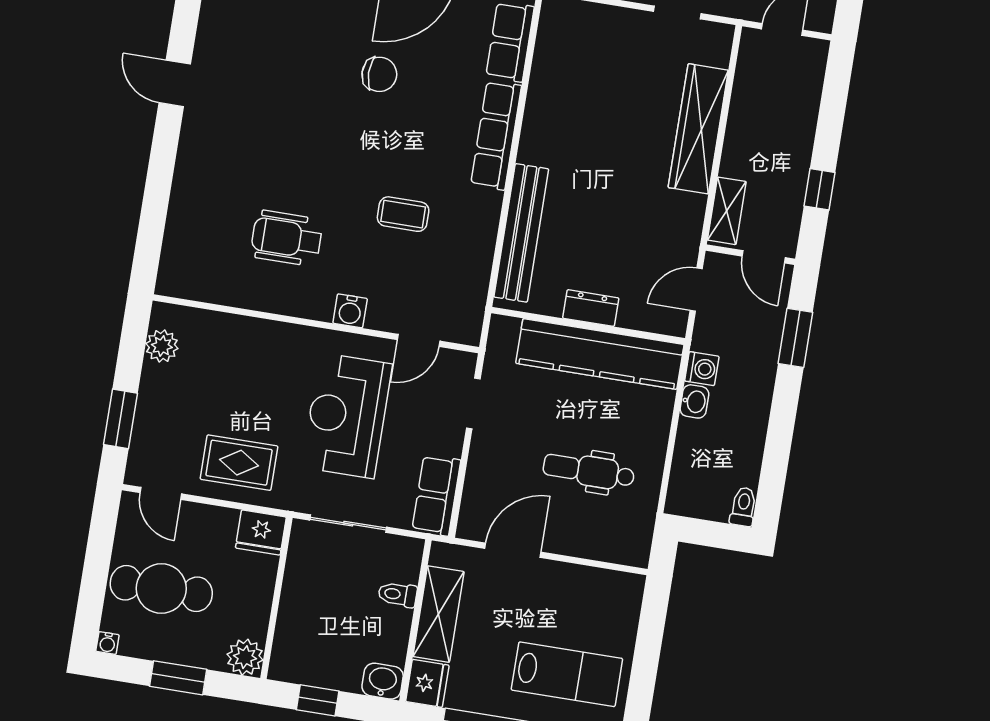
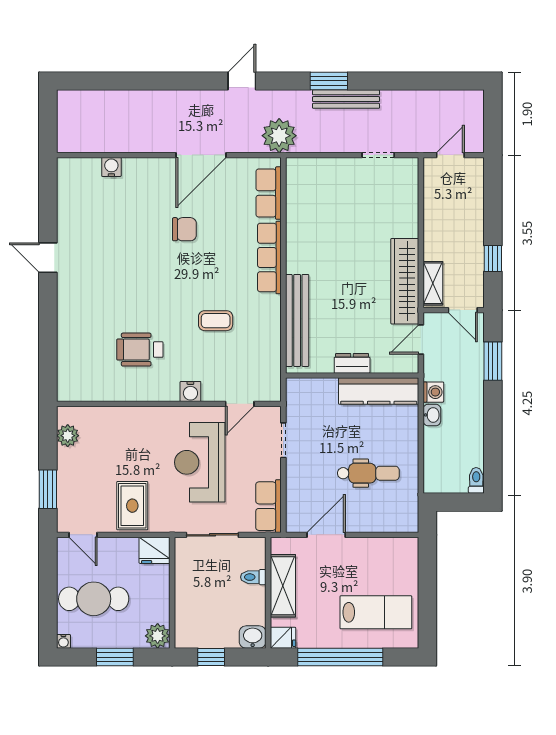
wardrobe: (698, 129) -> (405, 281), moved
kitchen counter: (600, 354) -> (379, 391), width x0.72, depth x0.86
rug: (239, 463) -> (132, 506), turned 90
dental chair: (589, 471) -> (368, 473), turned 180
fridge: (427, 683) -> (283, 638), width x0.72

